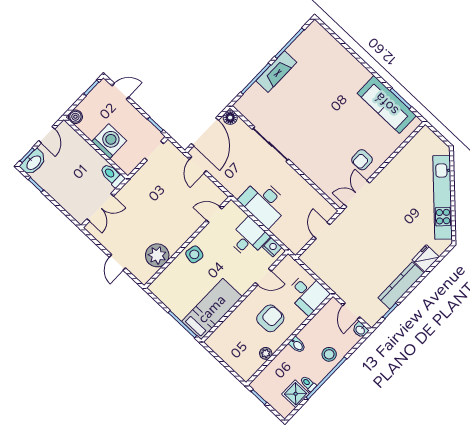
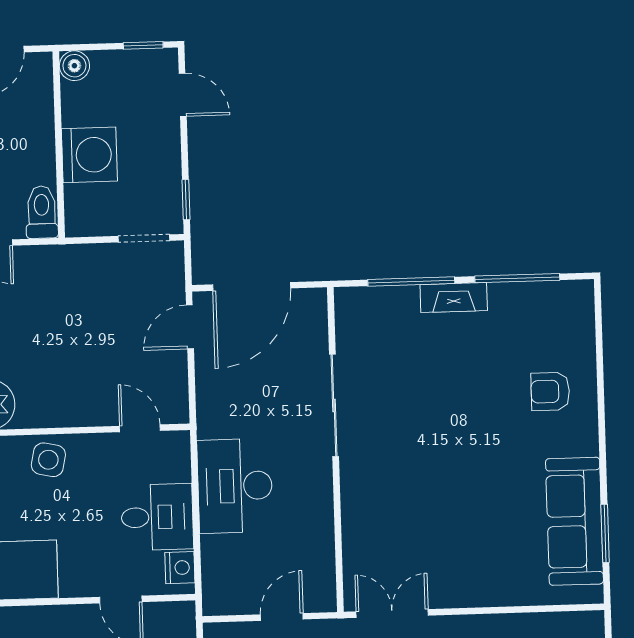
fireplace: (276, 72) -> (454, 298), width x0.73, depth x0.76
floor lamp: (230, 118) -> (312, 303), removed
armchair: (362, 160) -> (550, 391), moved

